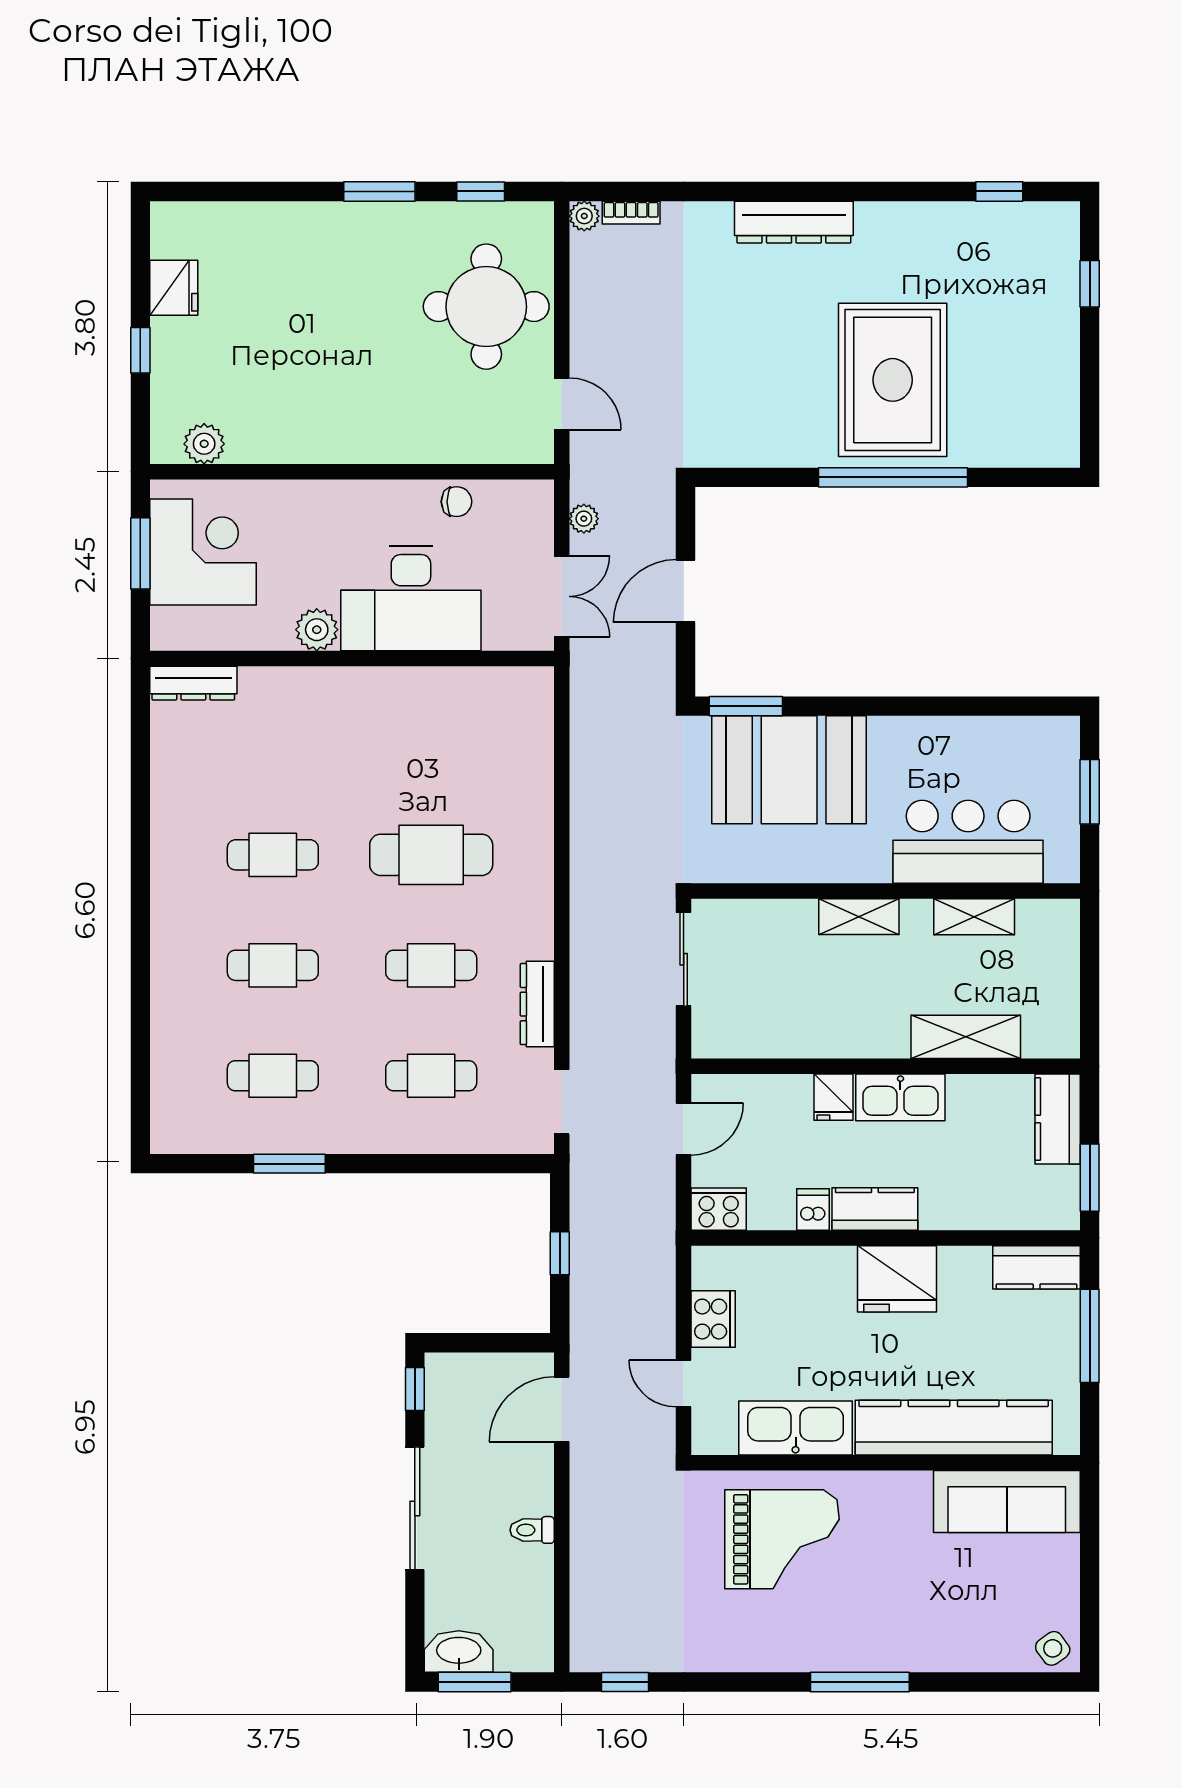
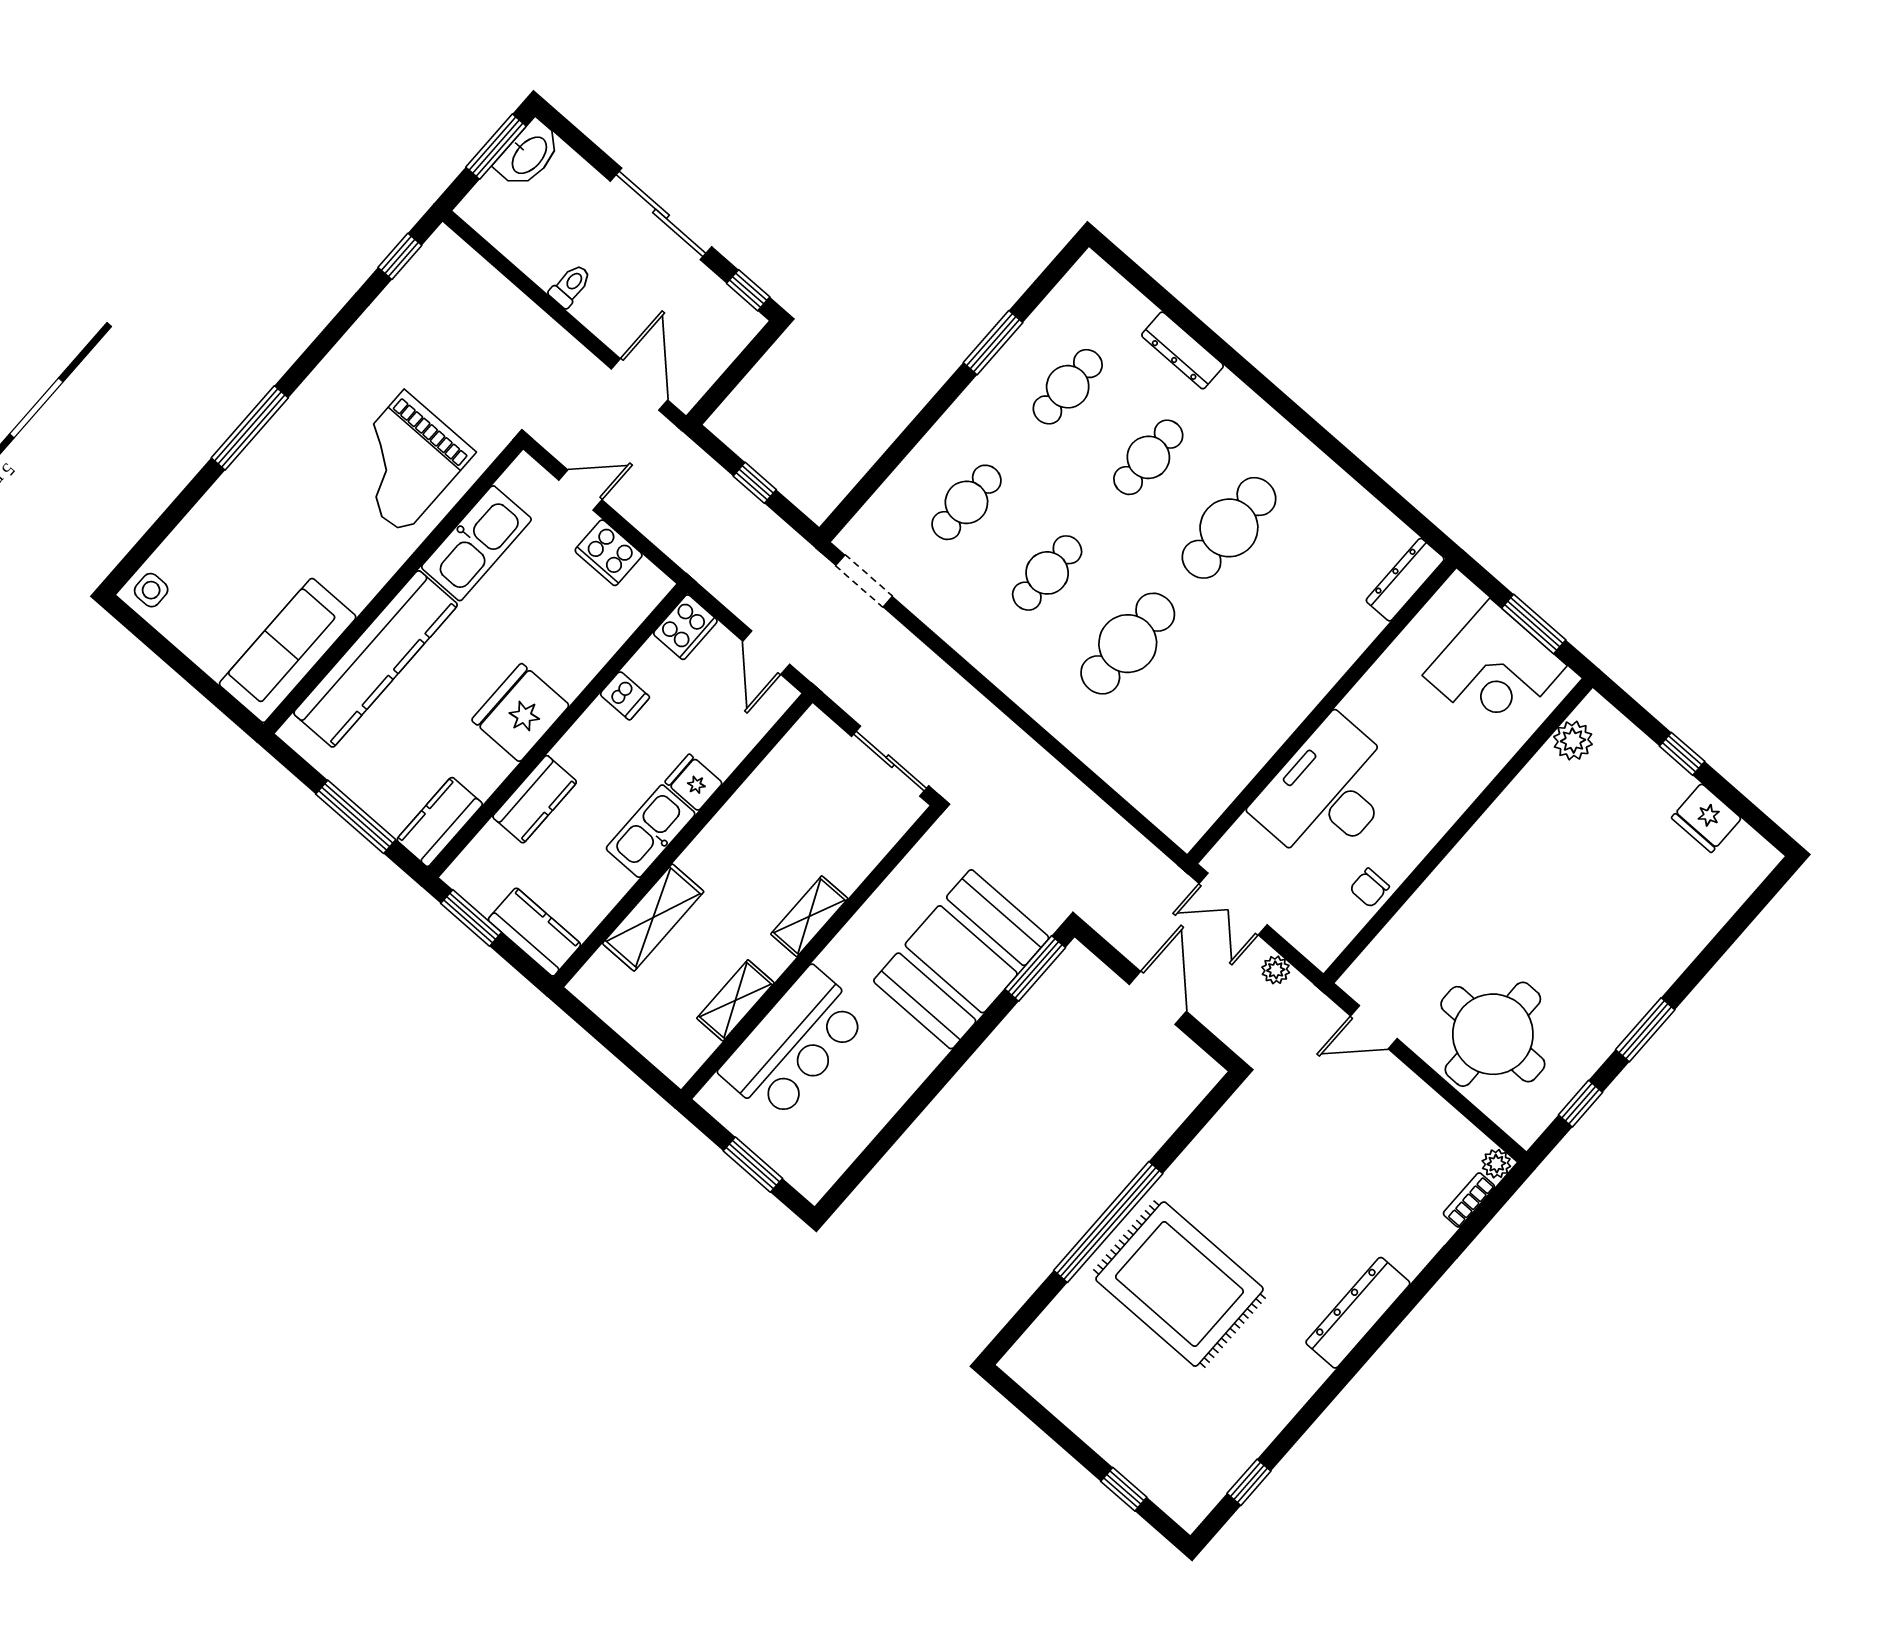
plant: (317, 630) -> (1365, 704), removed
cafe table: (273, 855) -> (1229, 528), width x1.37, depth x1.35
dresser: (537, 1004) -> (1182, 350), moved, turned 180
kitchen counter: (875, 1209) -> (535, 799), moved
side table: (1053, 1648) -> (151, 590), turned 36

